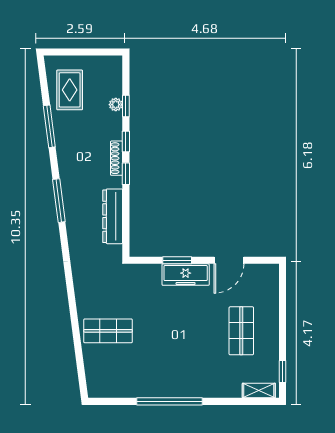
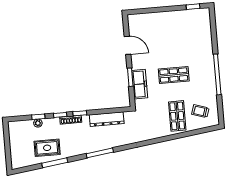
rug: (70, 90) -> (47, 148), moved
freezer: (186, 275) -> (140, 84), moved
shop shelf: (241, 331) -> (174, 75), moved
trolley: (113, 369) -> (200, 111), added
shelving: (259, 391) -> (206, 20), removed

